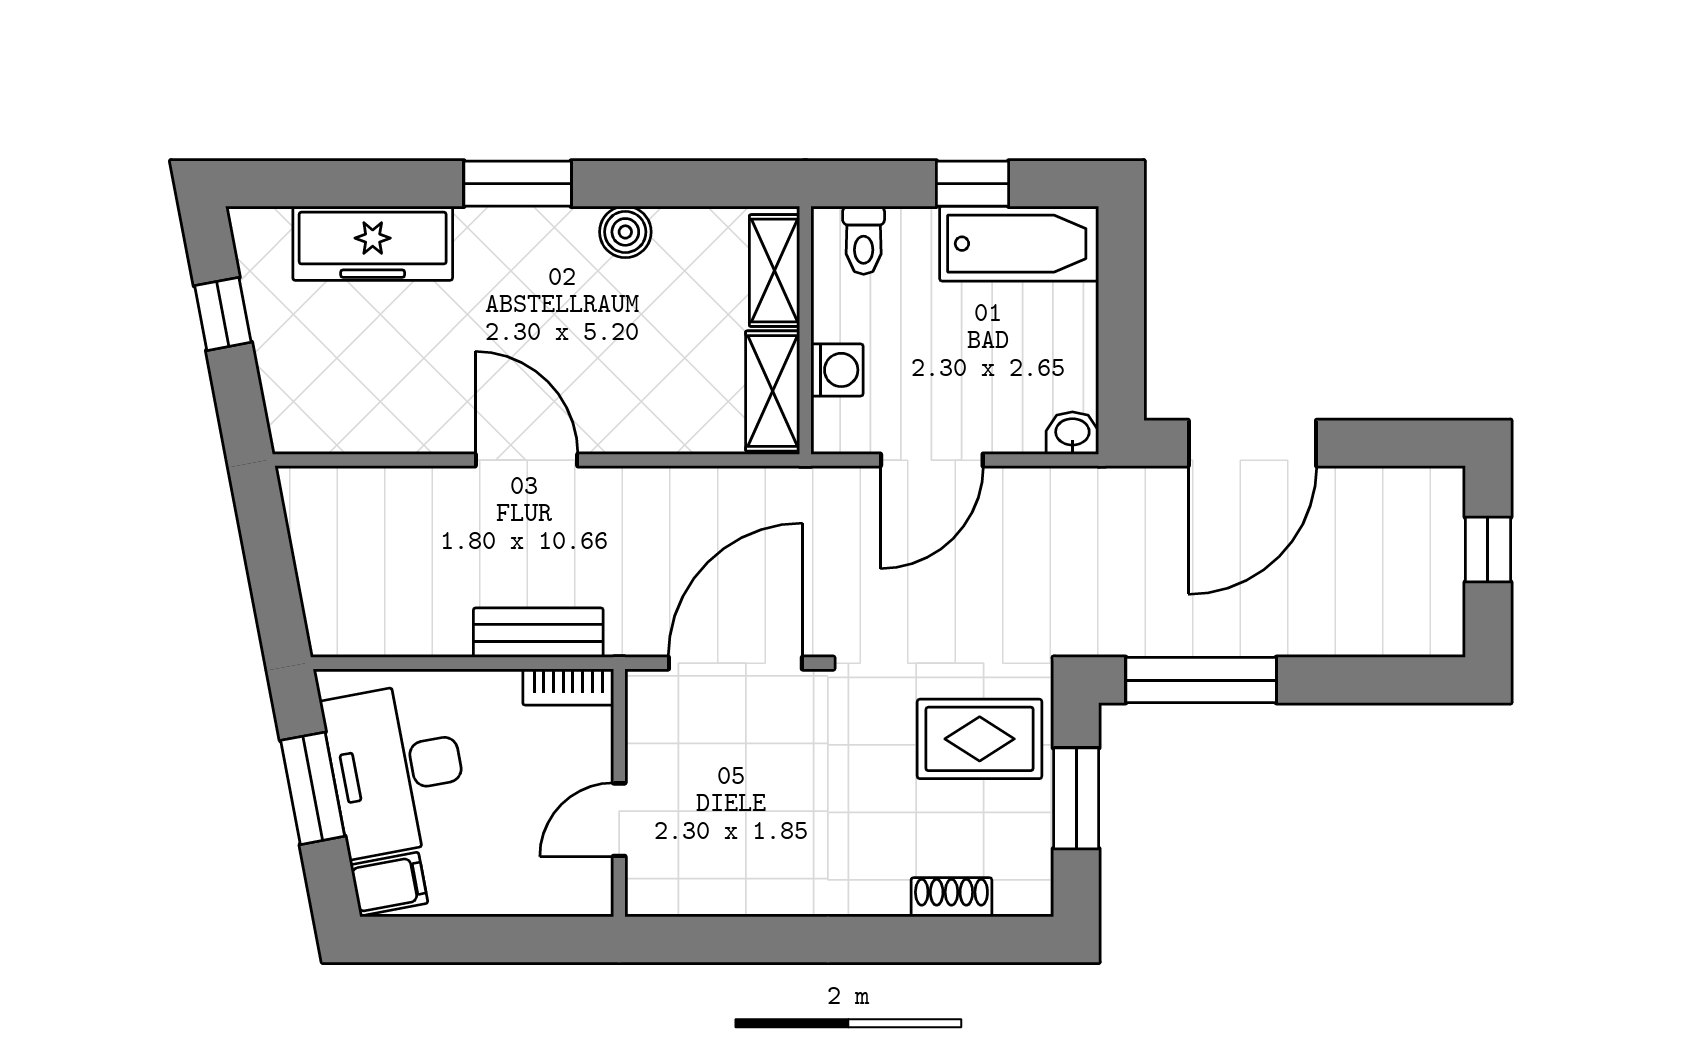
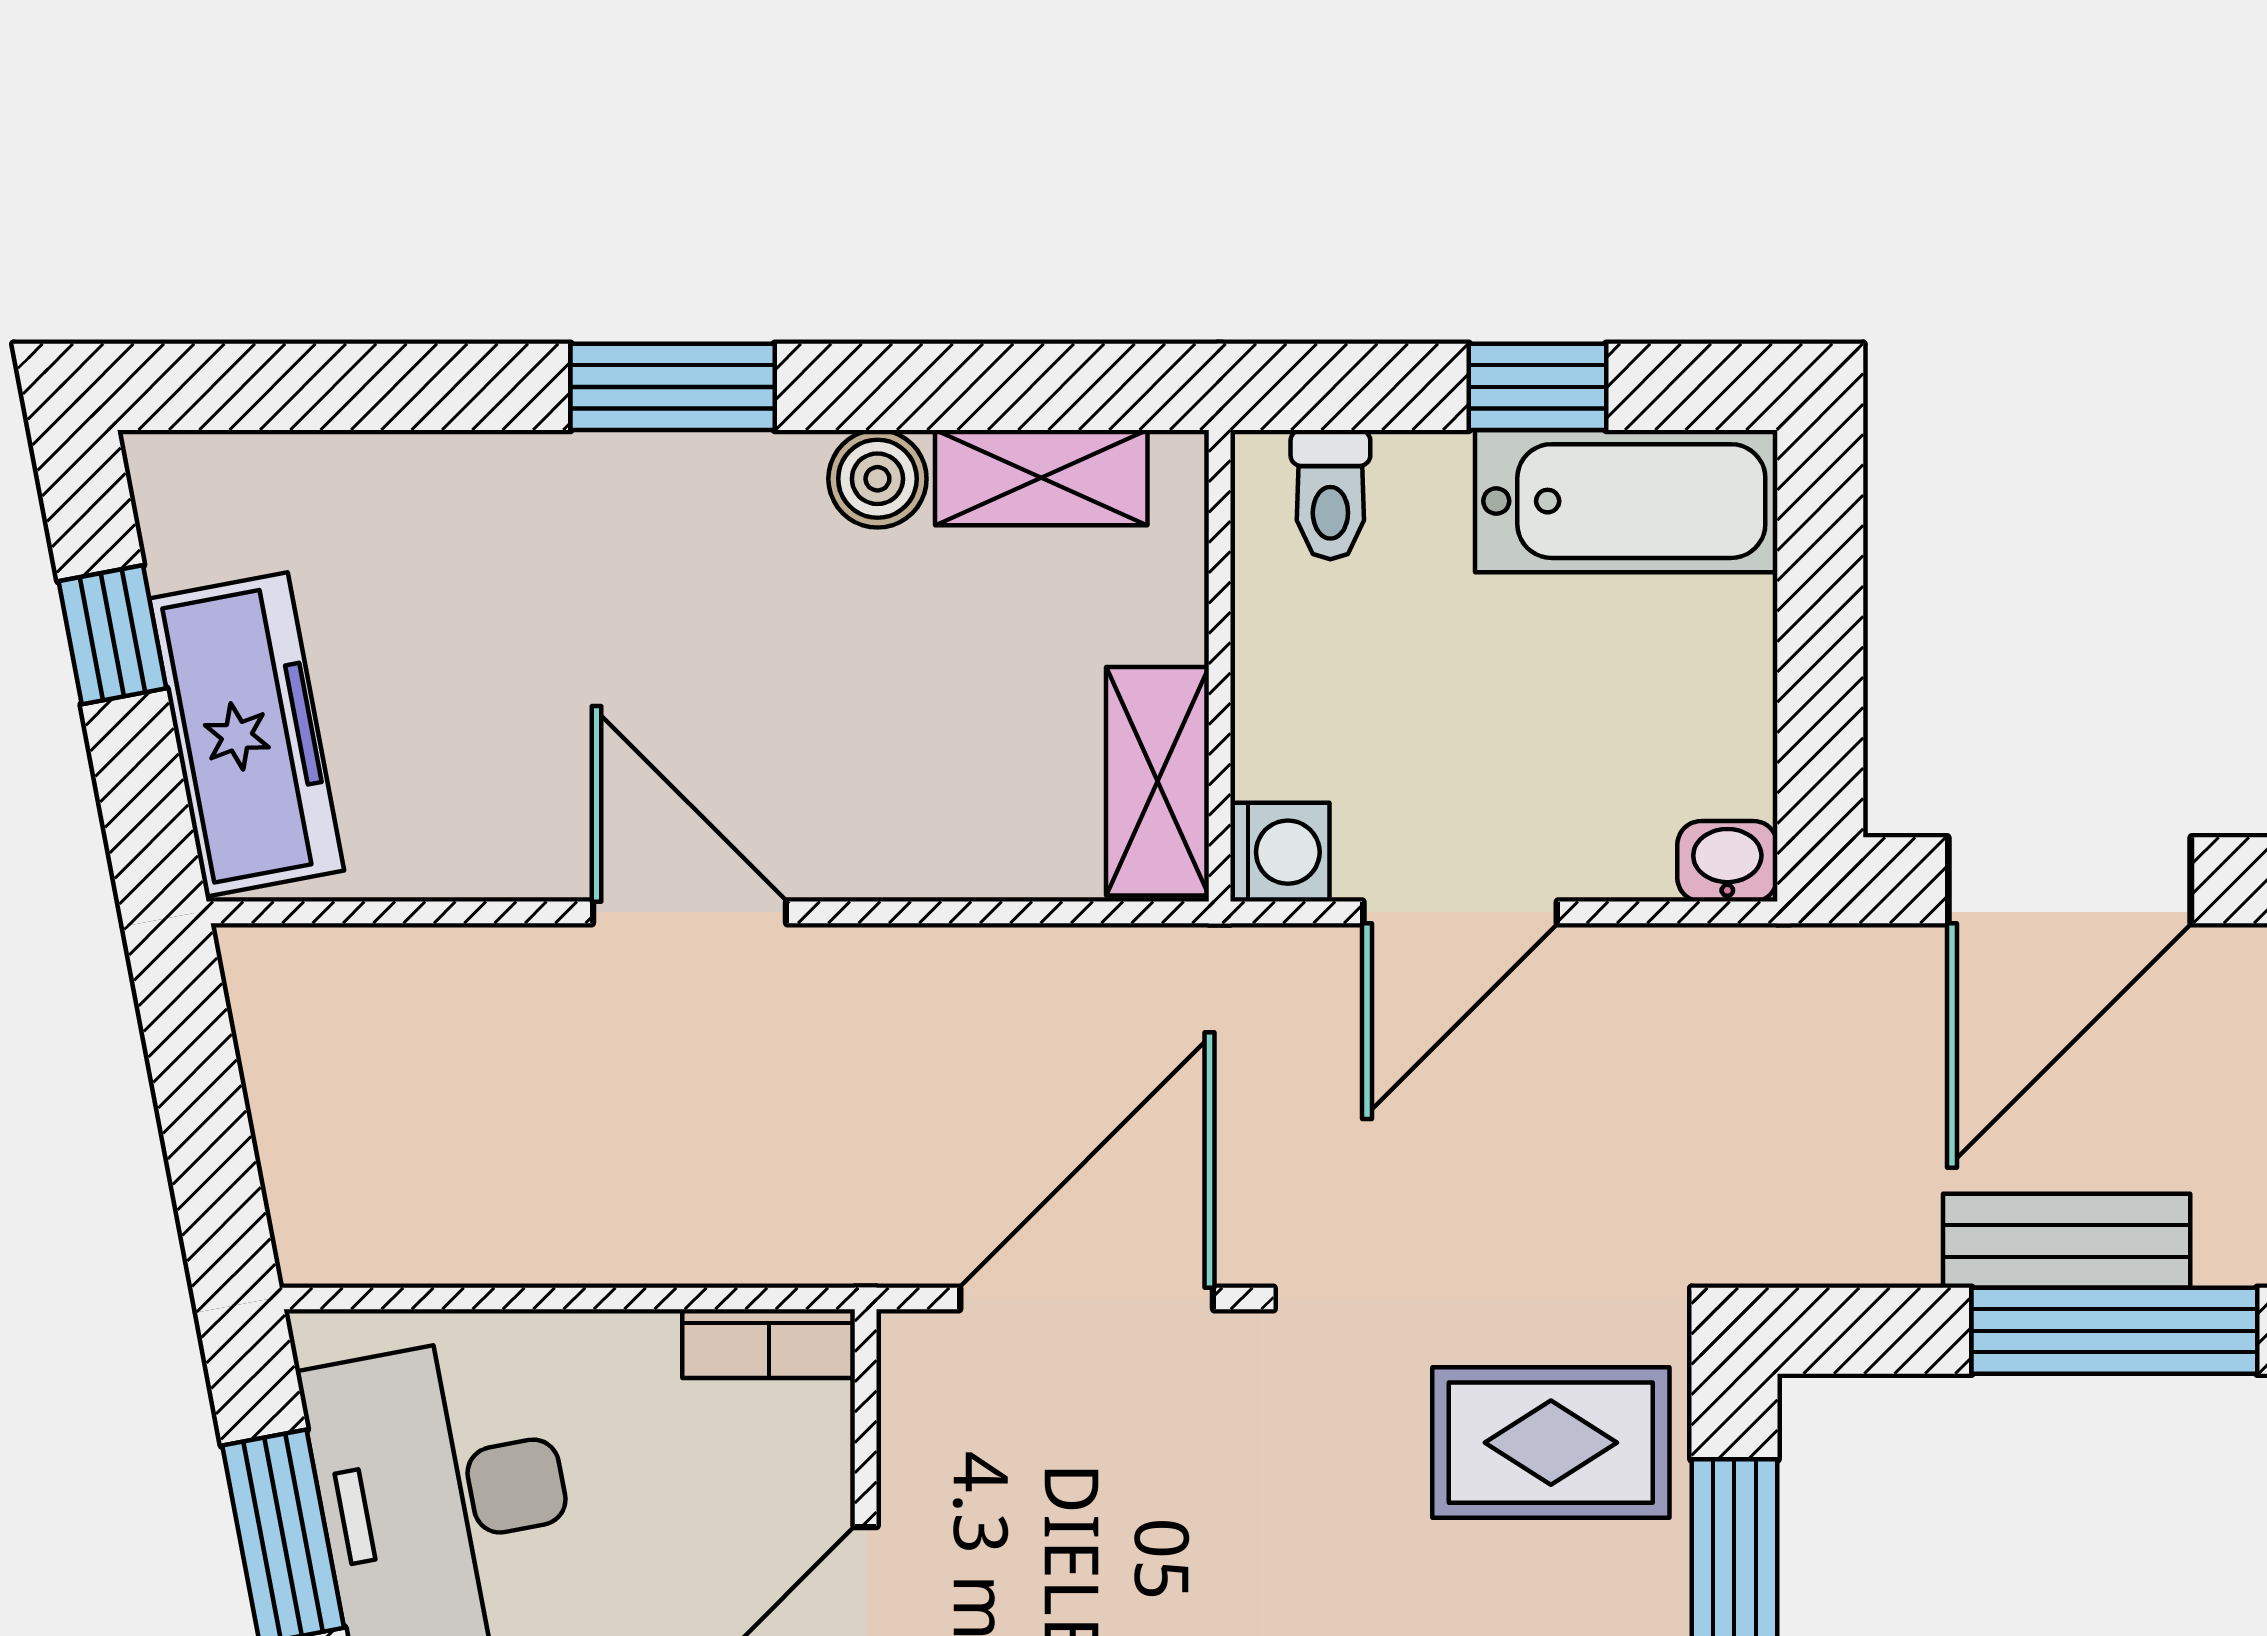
freezer: (373, 243) -> (247, 734), moved, turned -101
shelving: (775, 271) -> (1041, 478), moved, turned 90
washing machine: (837, 370) -> (1280, 852), moved
bench: (538, 633) -> (2067, 1241), moved
window: (1201, 680) -> (2114, 1331), moved

